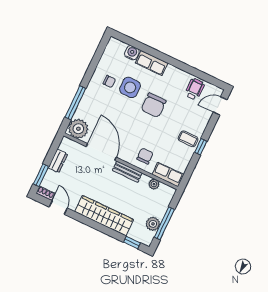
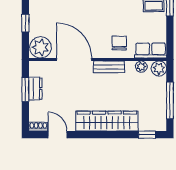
window: (75, 103) -> (25, 23), width x0.46
window: (41, 175) -> (25, 89), moved
plant: (153, 224) -> (159, 68), moved

